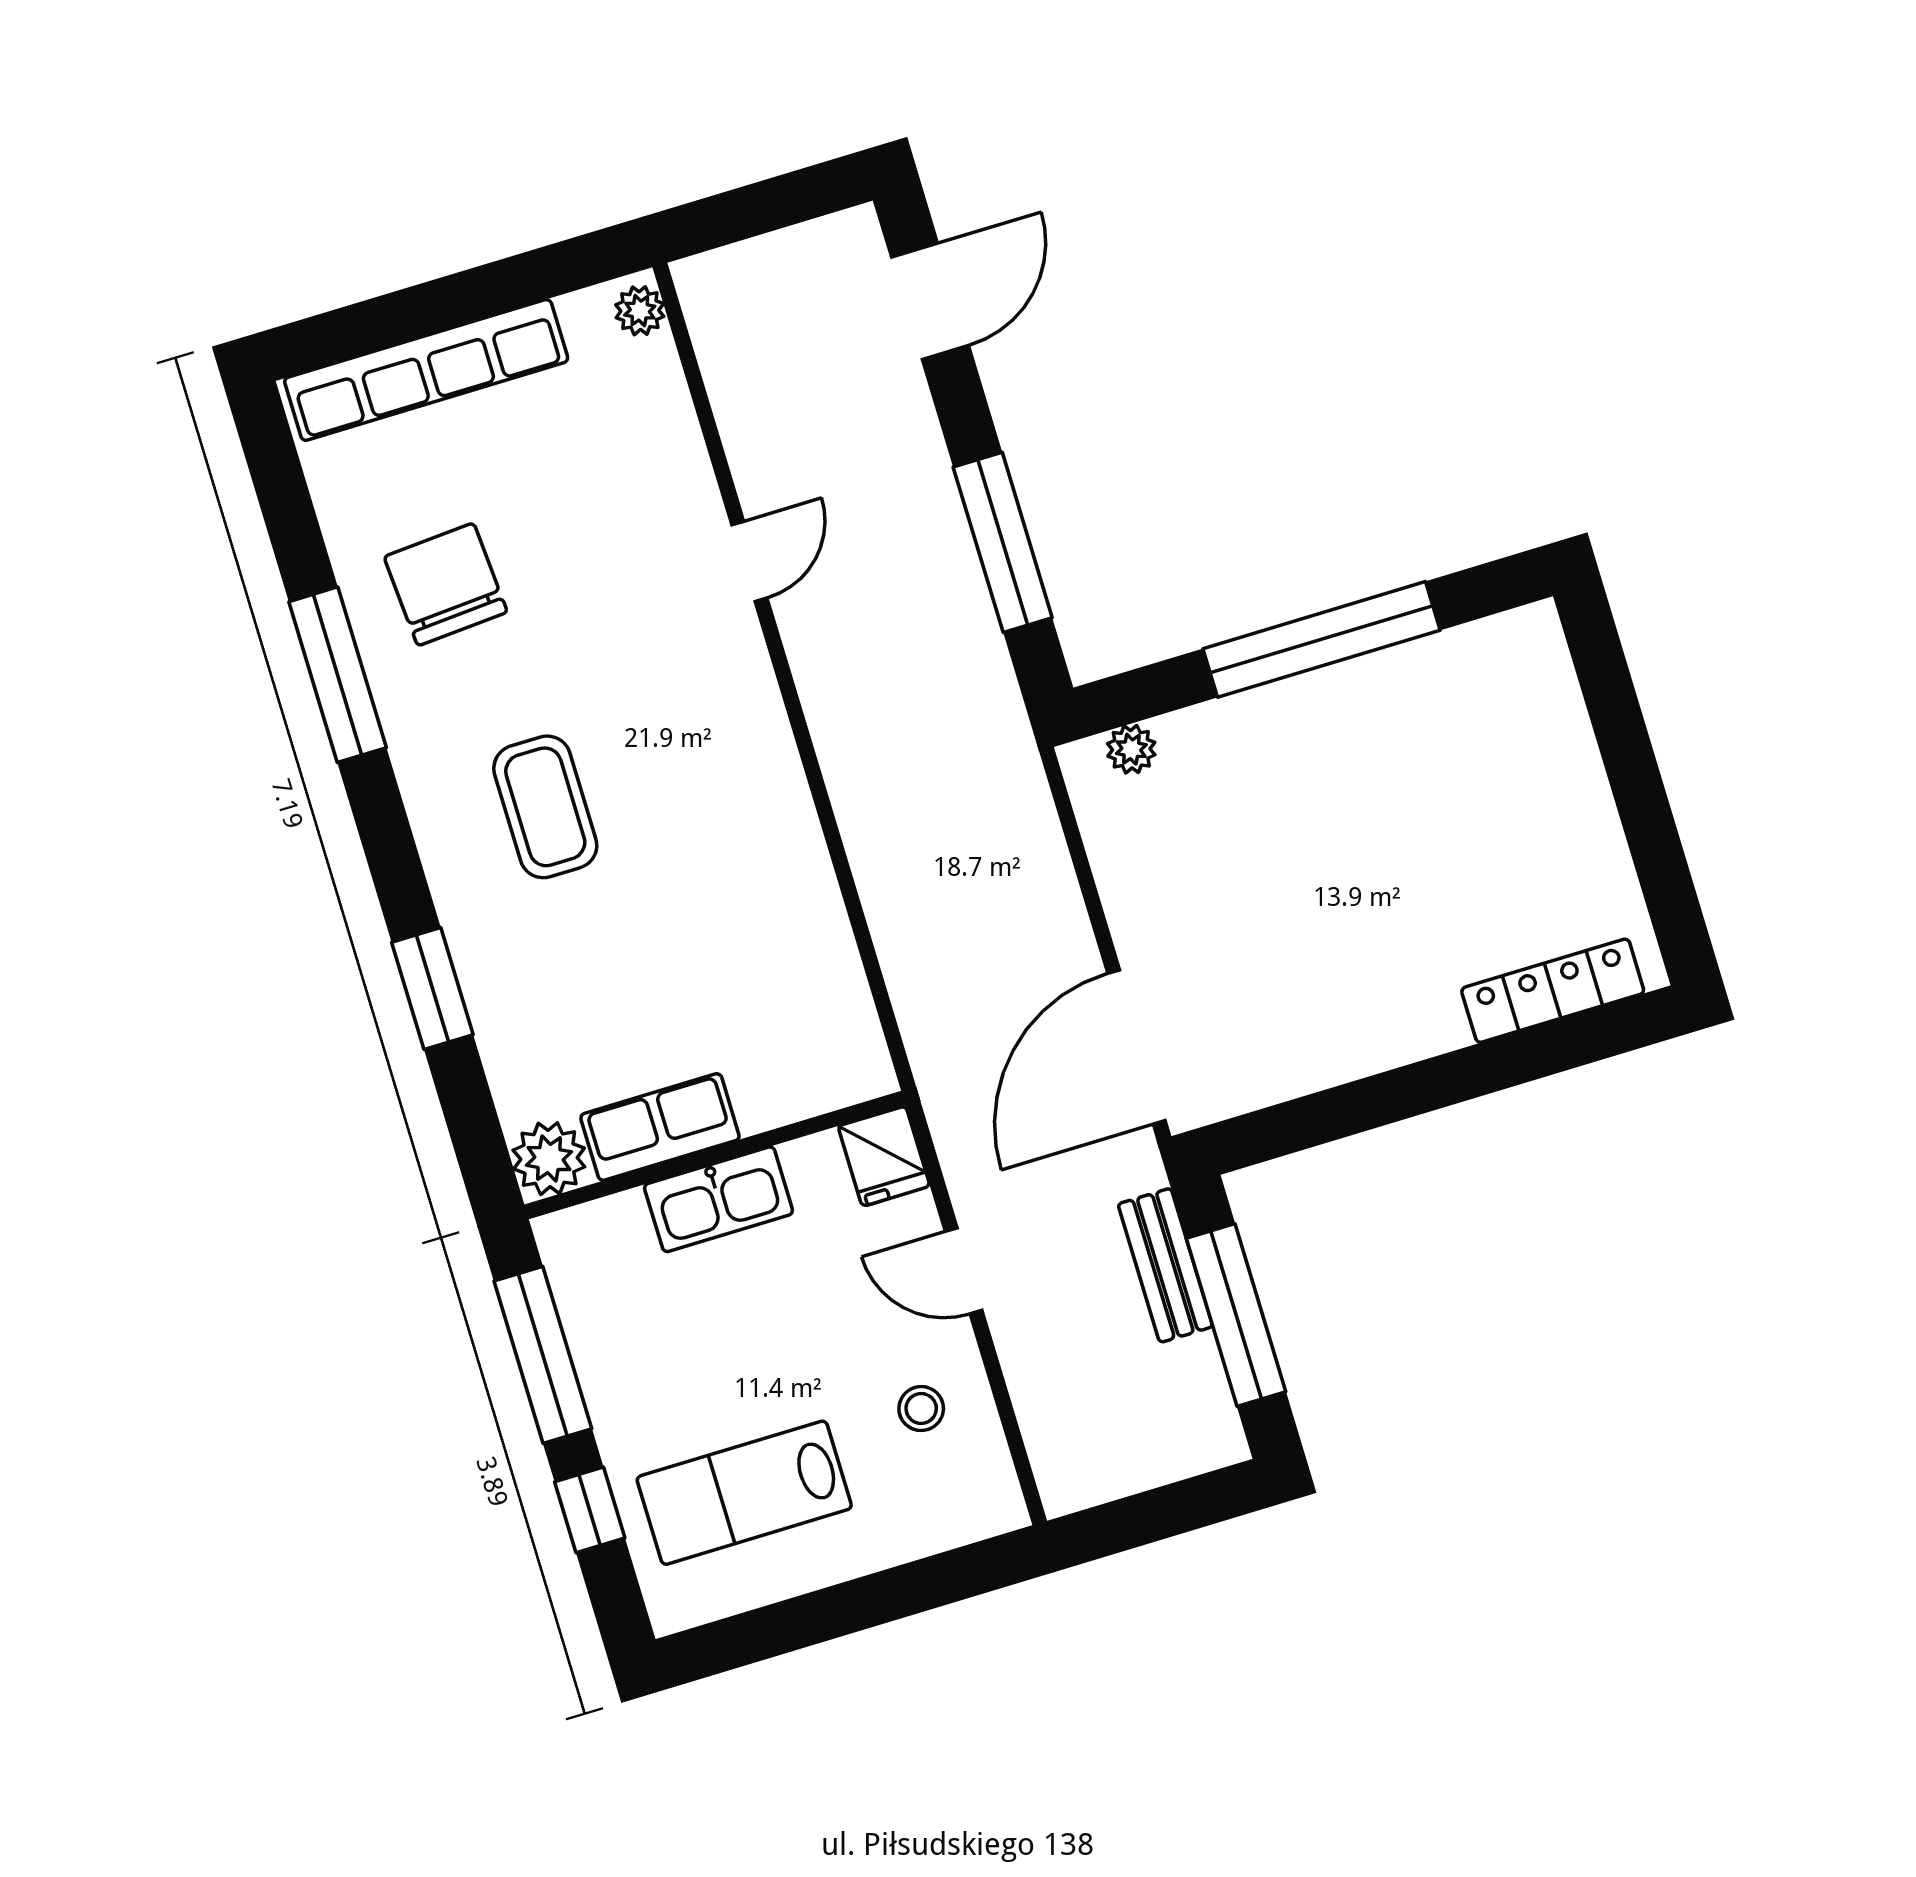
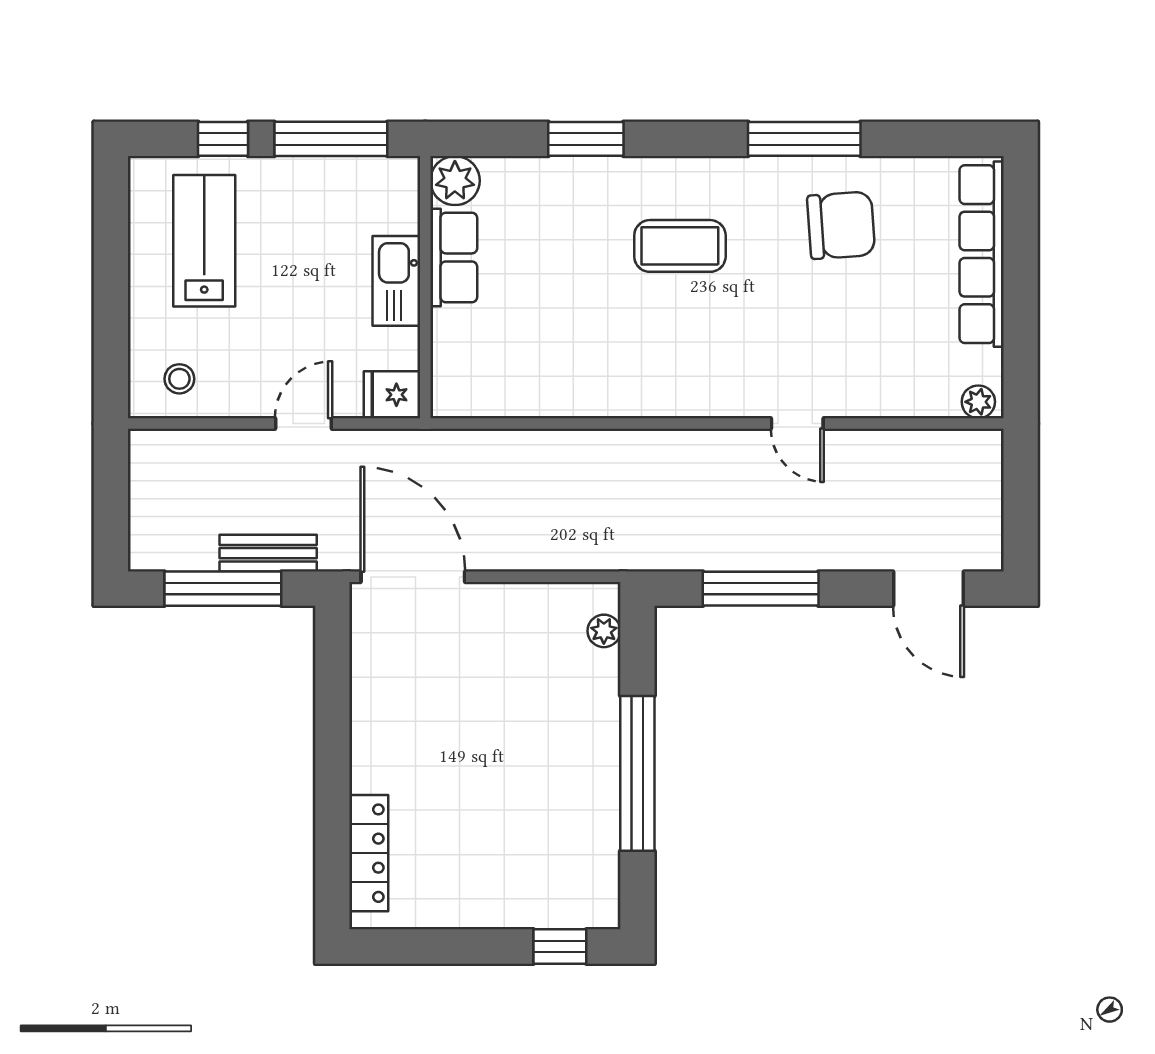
window: (1604, 676) -> (560, 946), added
stool: (921, 1409) -> (179, 379), moved

